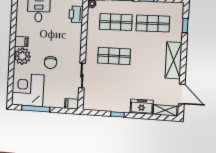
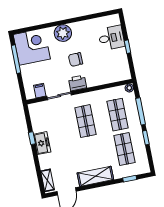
printer: (76, 14) -> (77, 83), moved
filing cabinet: (21, 42) -> (77, 29), removed
chair: (51, 63) -> (76, 59), moved
filing cabinet: (72, 104) -> (40, 91), moved
freezer: (142, 107) -> (42, 143), moved

